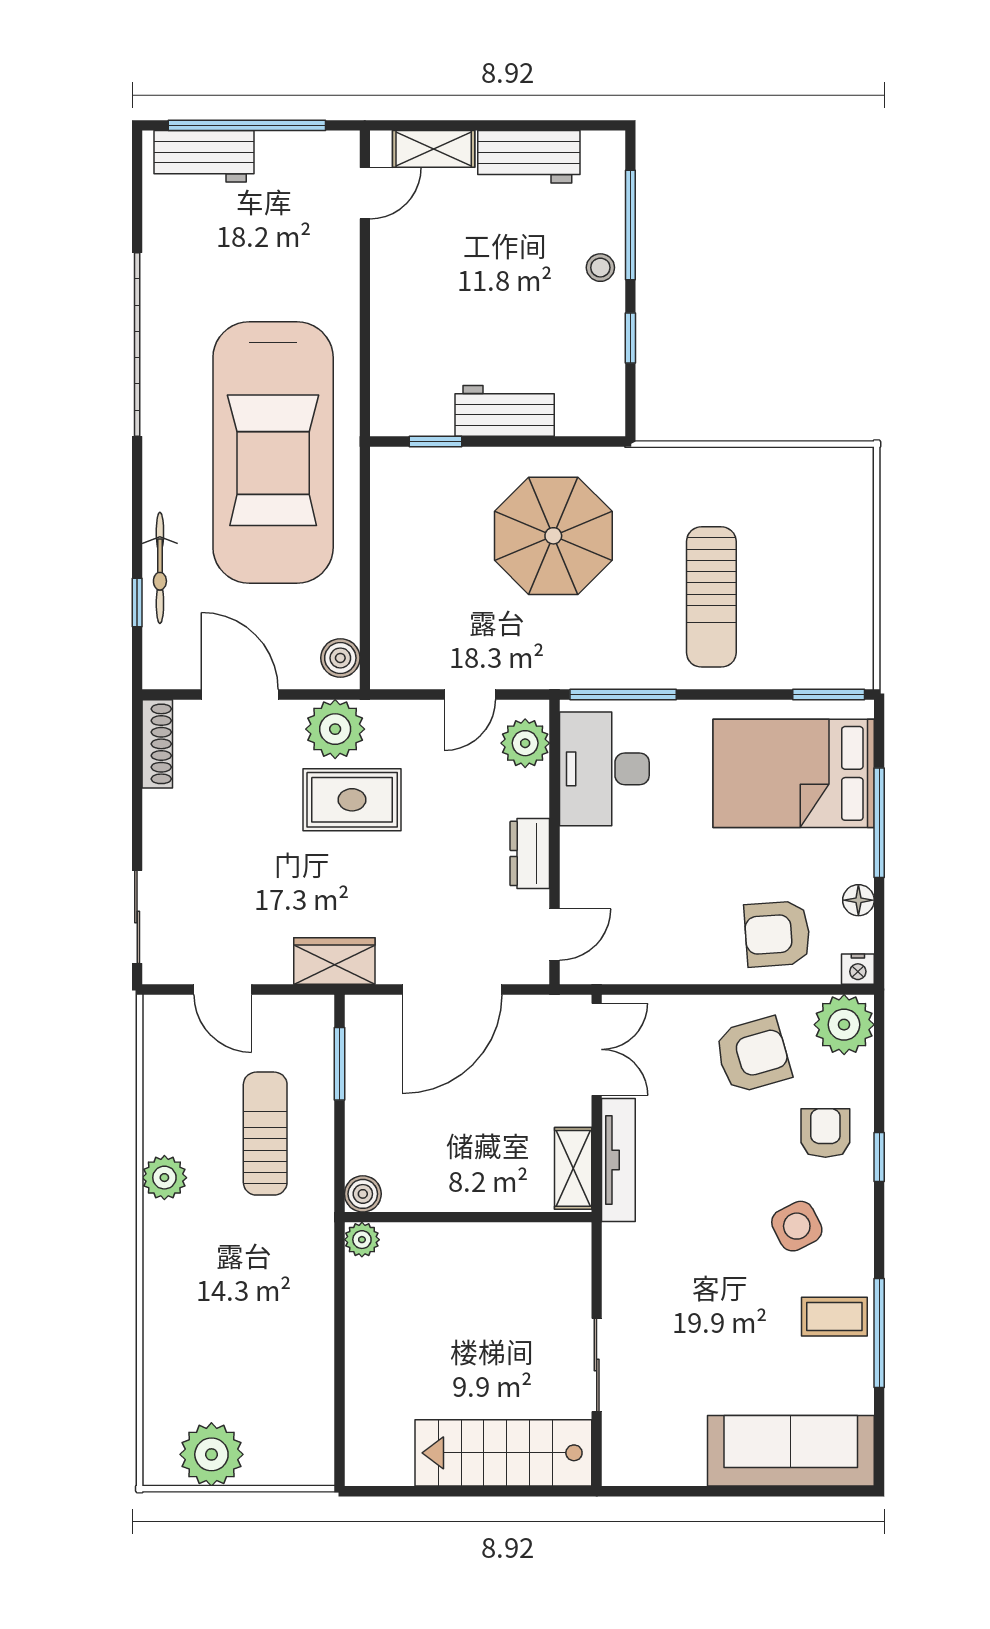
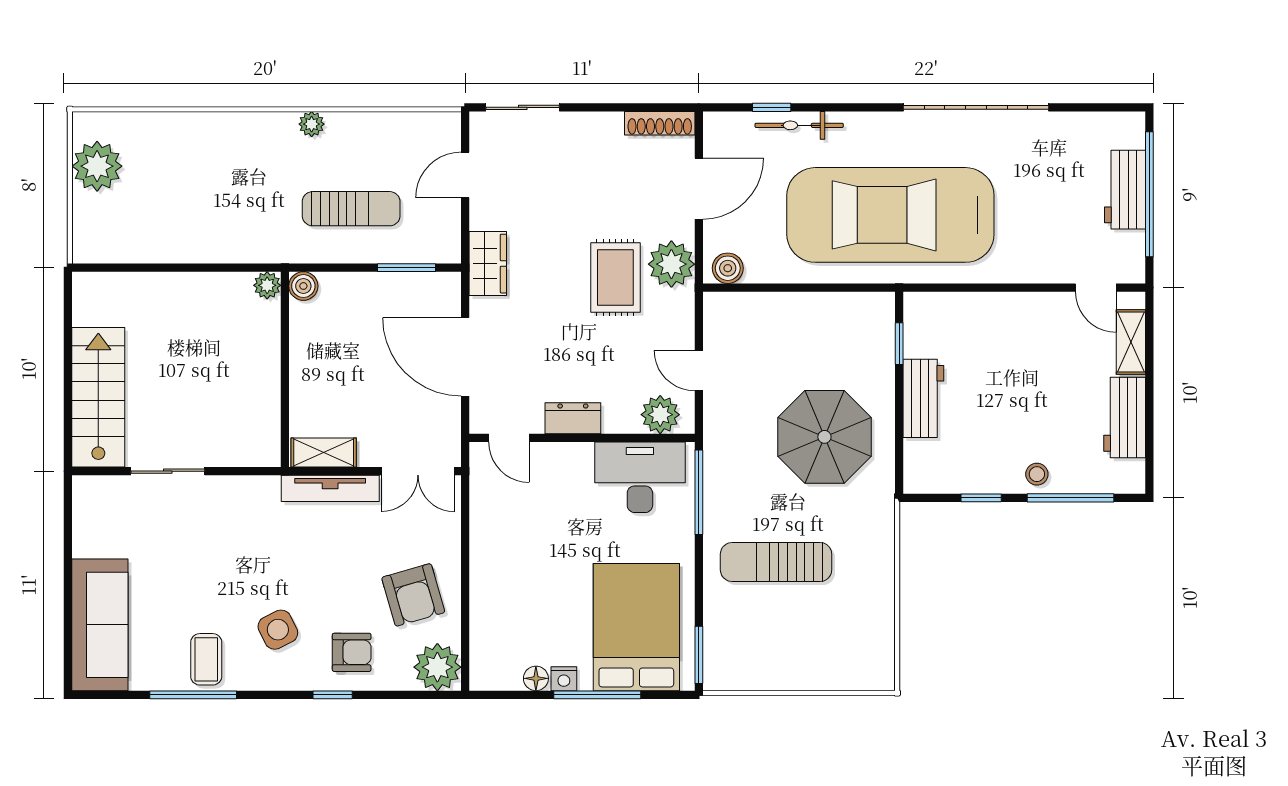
workbench: (204, 156) -> (1125, 190), moved
armchair: (777, 934) -> (509, 614), removed
nightstand: (858, 969) -> (564, 679), moved, turned -90
plant: (164, 1178) -> (312, 124), width x0.73, depth x0.73

